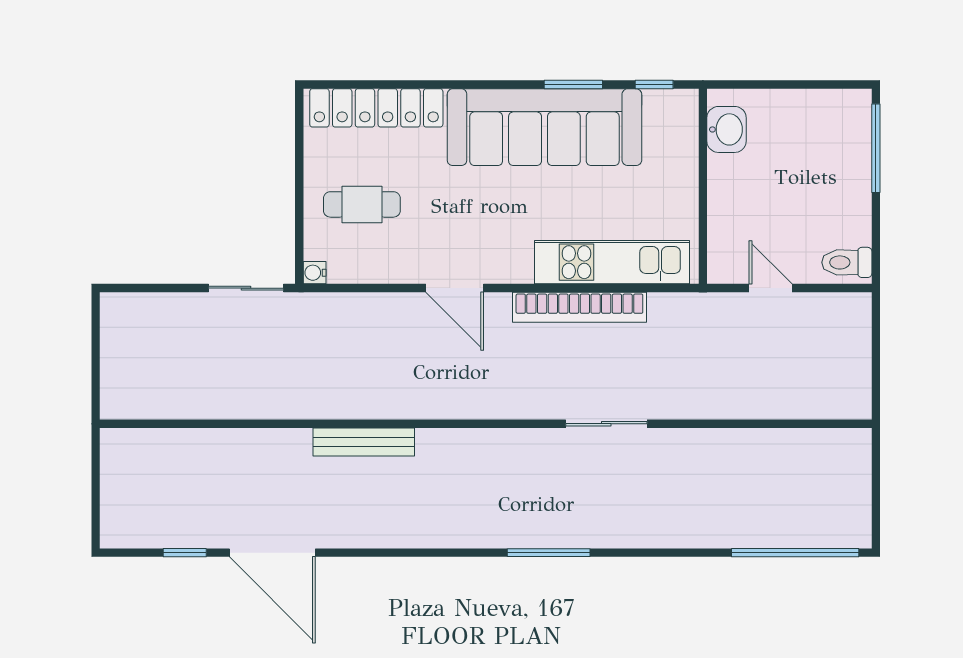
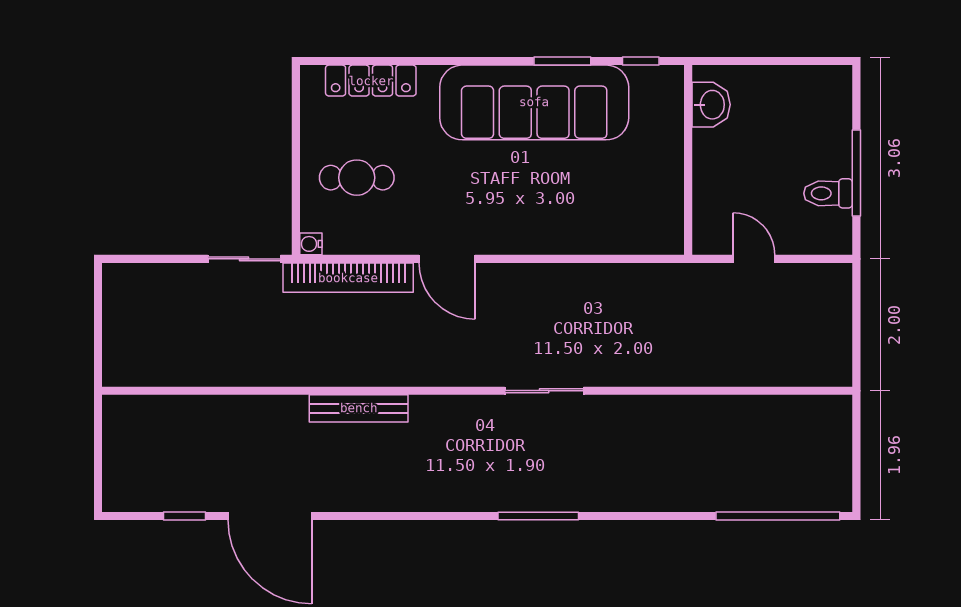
locker: (376, 108) -> (371, 81), width x0.71, depth x0.83
window: (876, 148) -> (856, 173), moved
kitchen unit: (612, 262) -> (600, 234), removed
toilet: (847, 262) -> (828, 193), moved
bookcase: (579, 307) -> (348, 278), moved
sliding door: (606, 424) -> (544, 391), moved

